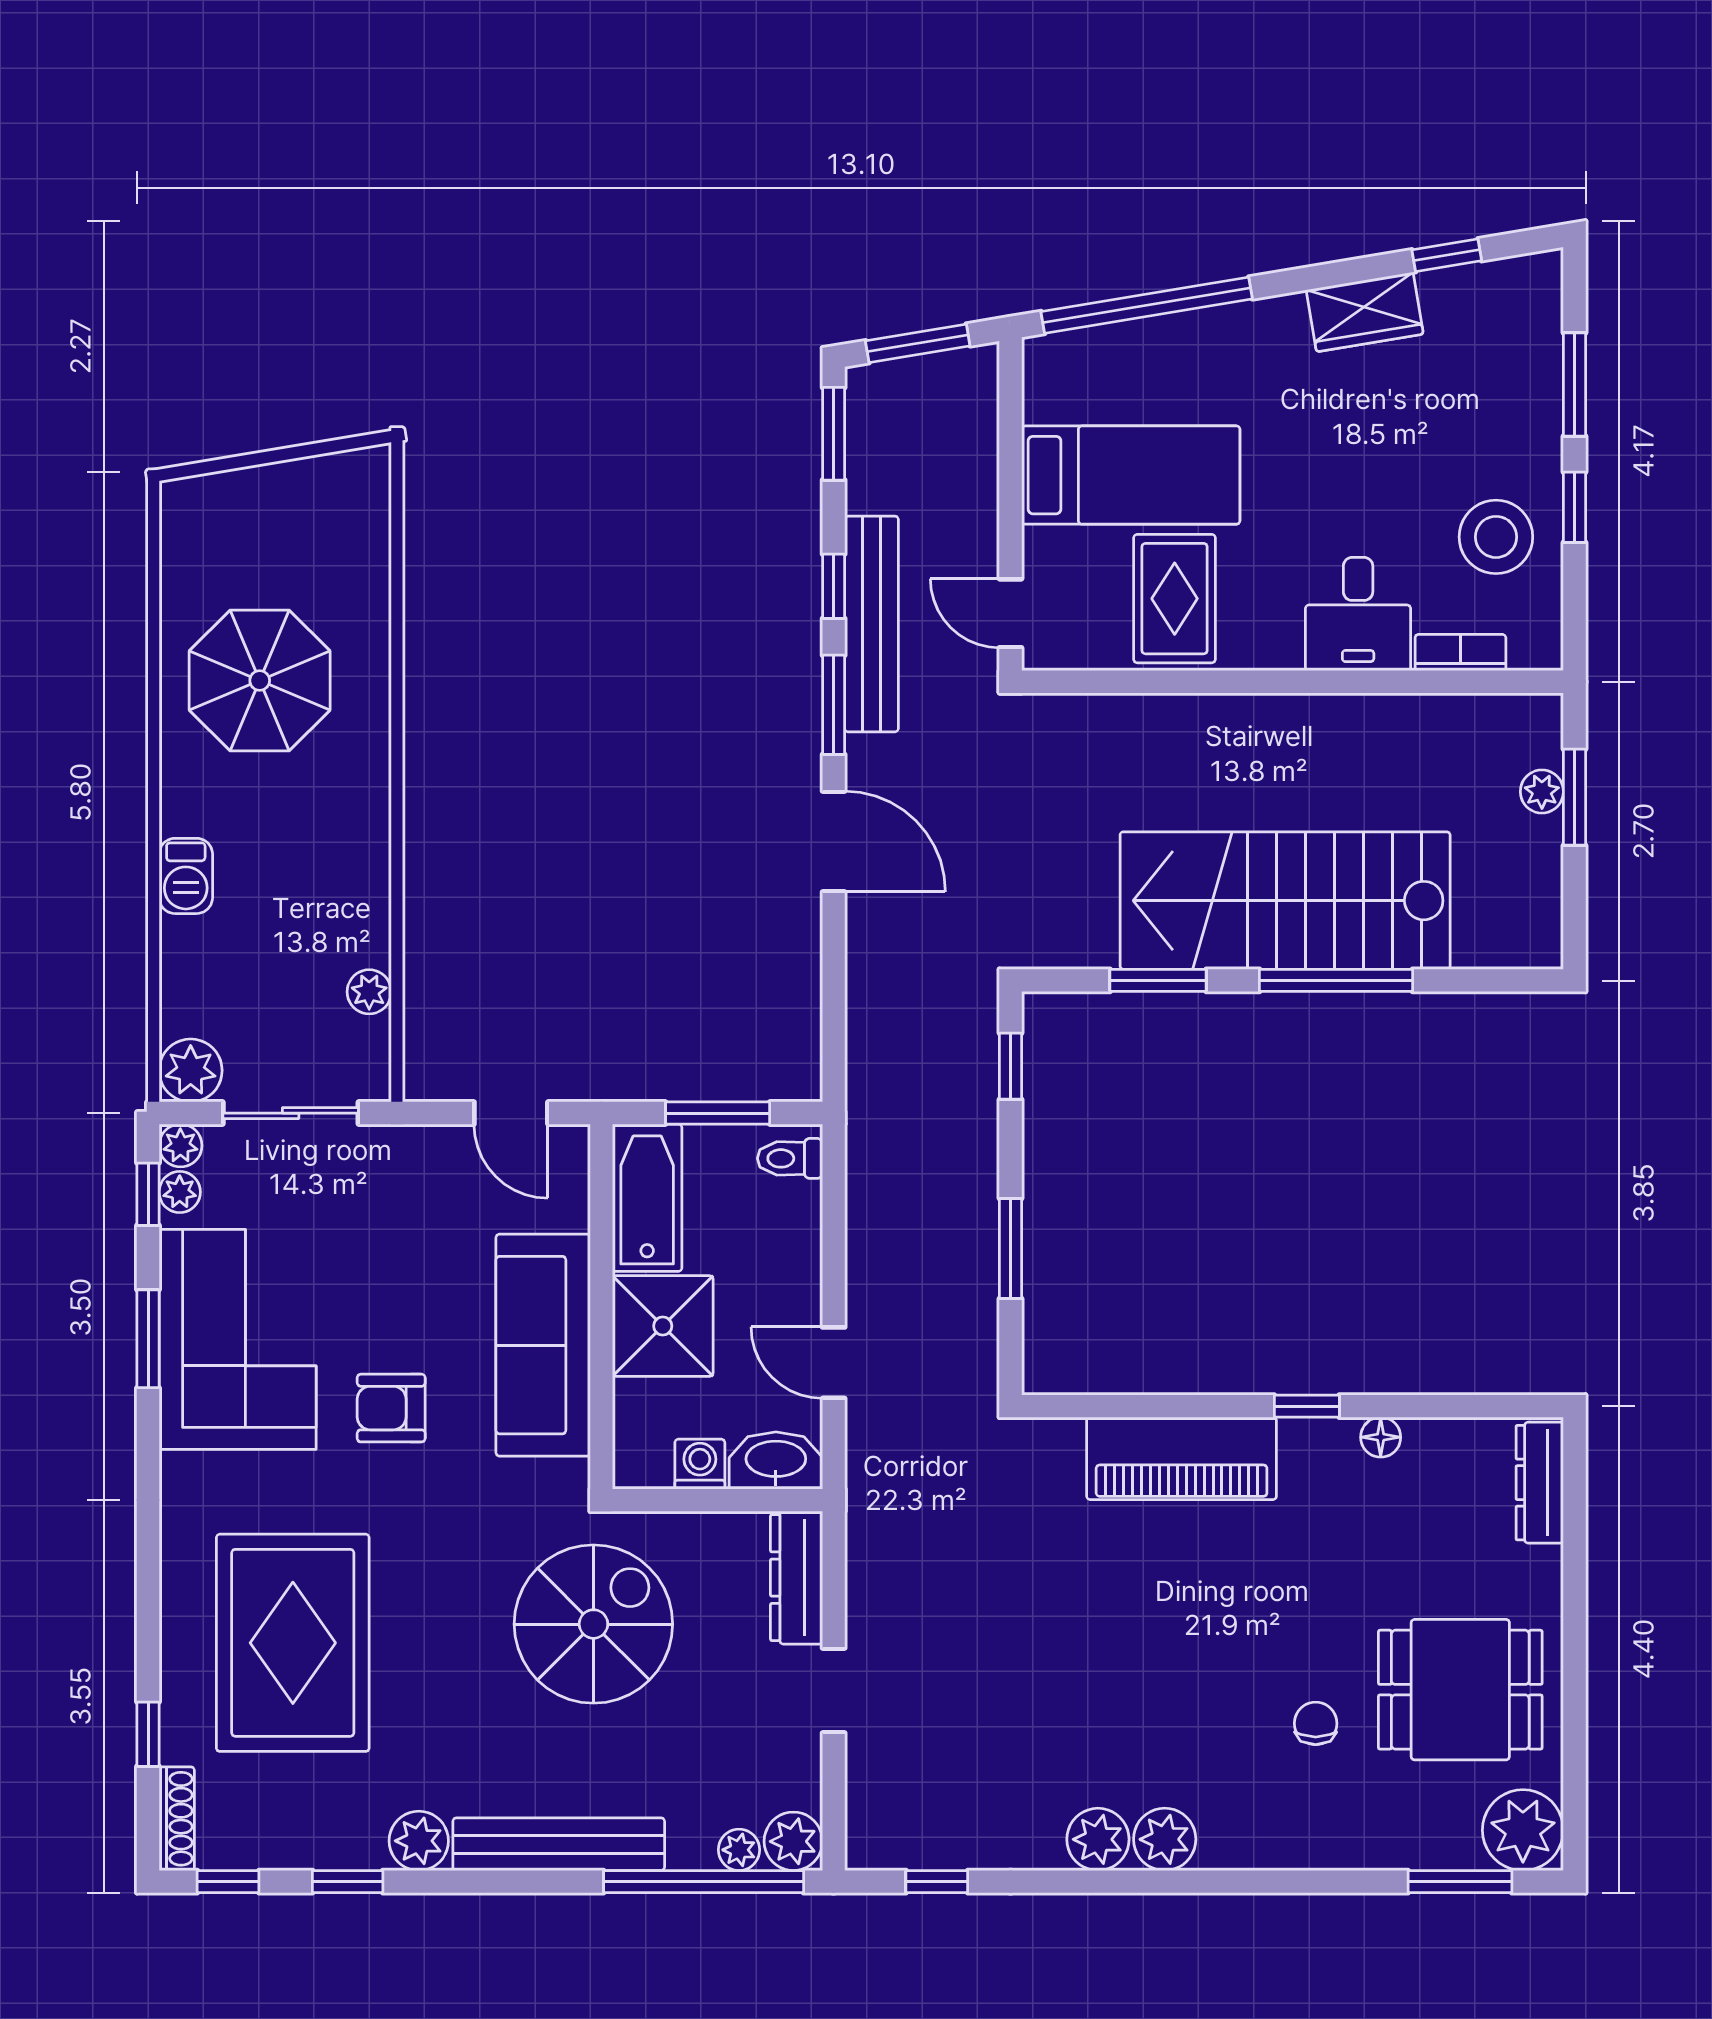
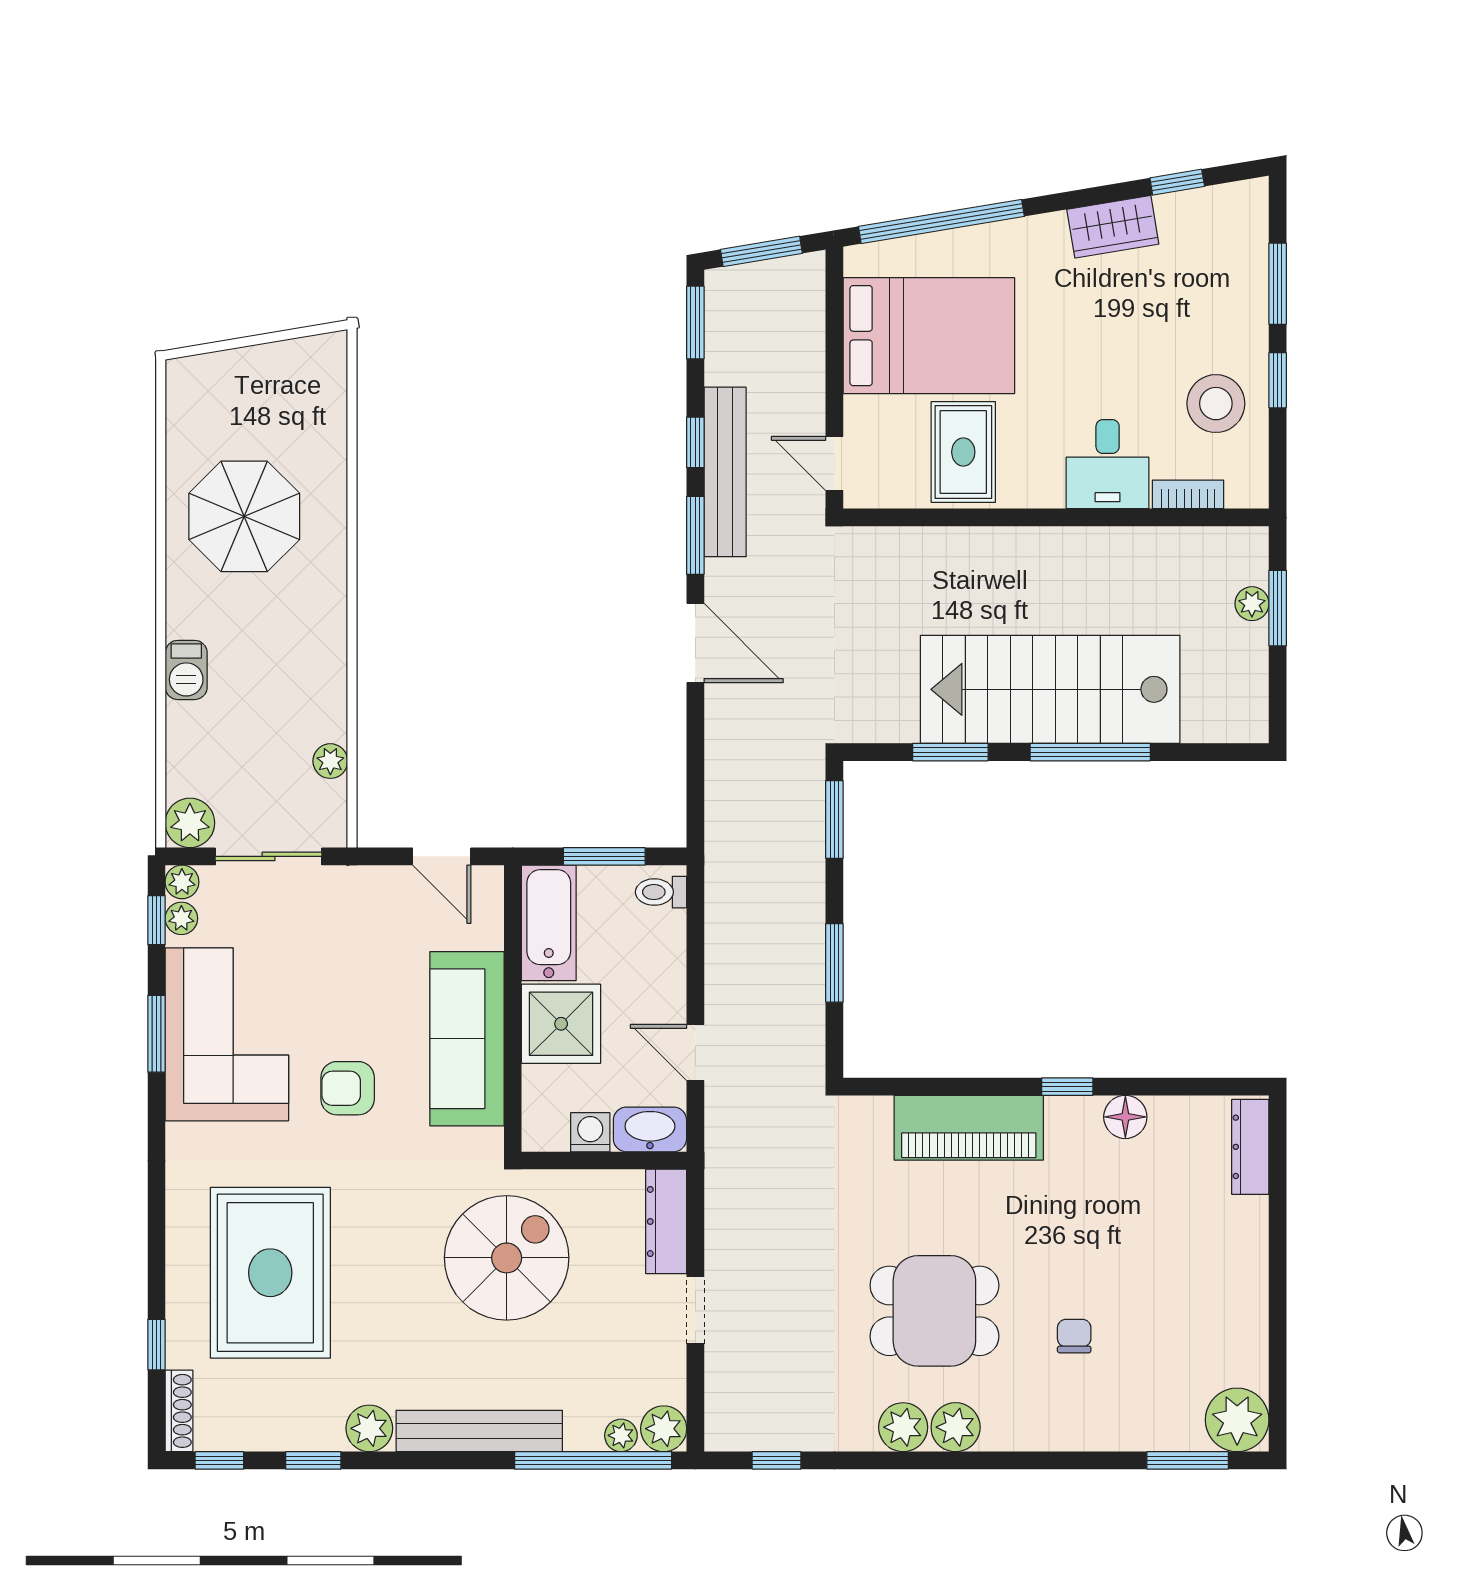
bed: (1131, 475) -> (929, 336), width x1.50
window: (1011, 1066) -> (834, 819), width x1.50
floor lamp: (1381, 1437) -> (1125, 1117), width x1.37, depth x1.37
dining table: (1460, 1690) -> (934, 1311), moved

